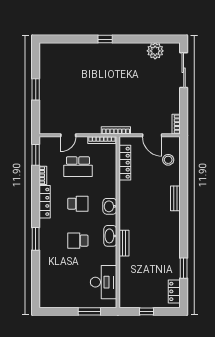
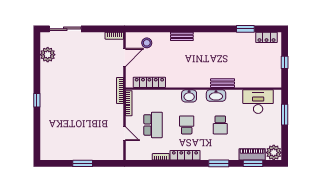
window: (36, 155) -> (253, 163), moved
piano: (46, 276) -> (252, 154), added
plant: (48, 299) -> (274, 153), added

